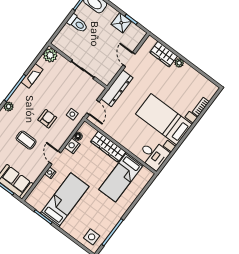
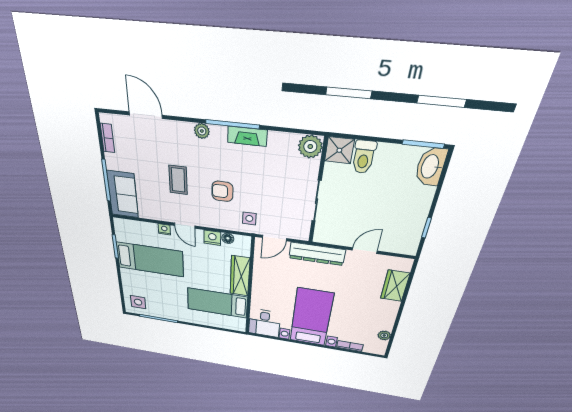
toilet: (78, 23) -> (364, 157), moved
shower: (121, 23) -> (339, 150), moved
plant: (179, 63) -> (384, 335), moved
fireplace: (32, 76) -> (247, 136), moved
armchair: (47, 119) -> (222, 191), turned 180
door: (55, 158) -> (185, 226), swing flipped

